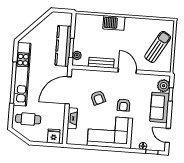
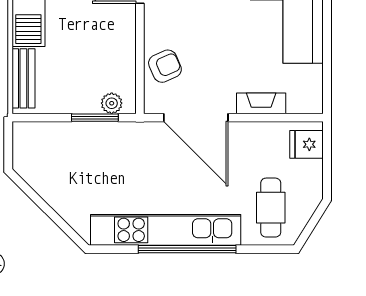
kitchen counter: (63, 46) -> (92, 137), removed
bench: (101, 63) -> (23, 78), moved
armchair: (98, 98) -> (165, 66), moved

